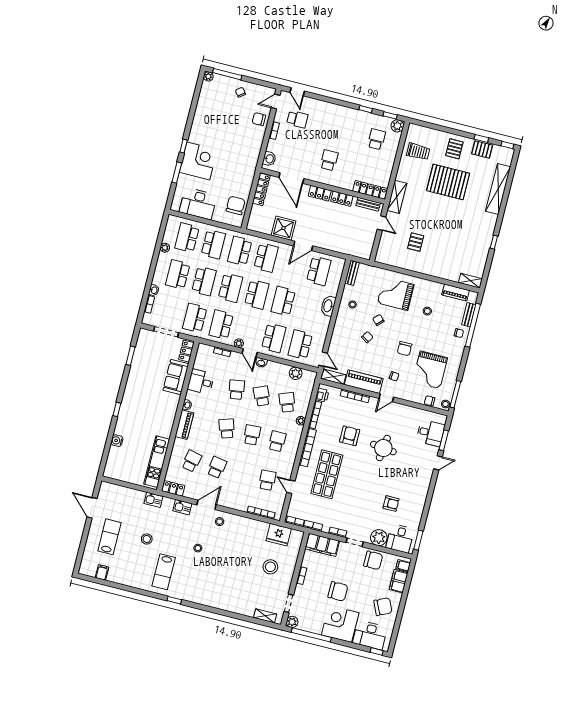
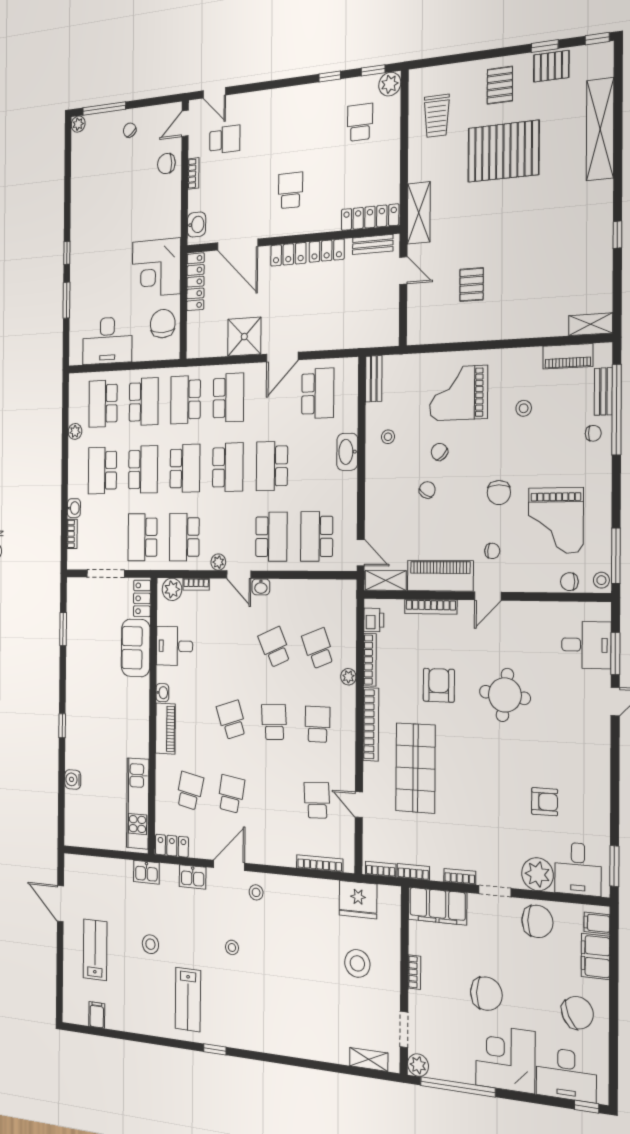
trolley: (418, 152) -> (437, 116), turned 90
corner desk: (198, 161) -> (156, 268), moved, turned 180
plant: (296, 373) -> (172, 589), moved
school desk: (237, 390) -> (232, 646), removed

